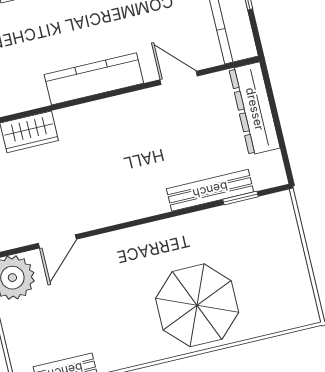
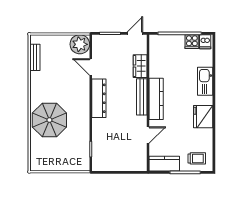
dresser: (255, 109) -> (99, 98), moved, turned 90
bench: (210, 190) -> (142, 97), moved

